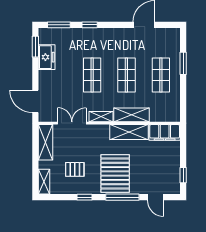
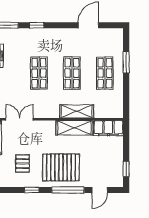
shelving: (101, 117) -> (47, 113), removed
pallet: (75, 169) -> (22, 164), turned 90
pallet: (115, 174) -> (61, 167), turned 90
door: (155, 197) -> (100, 190), hinge flipped

